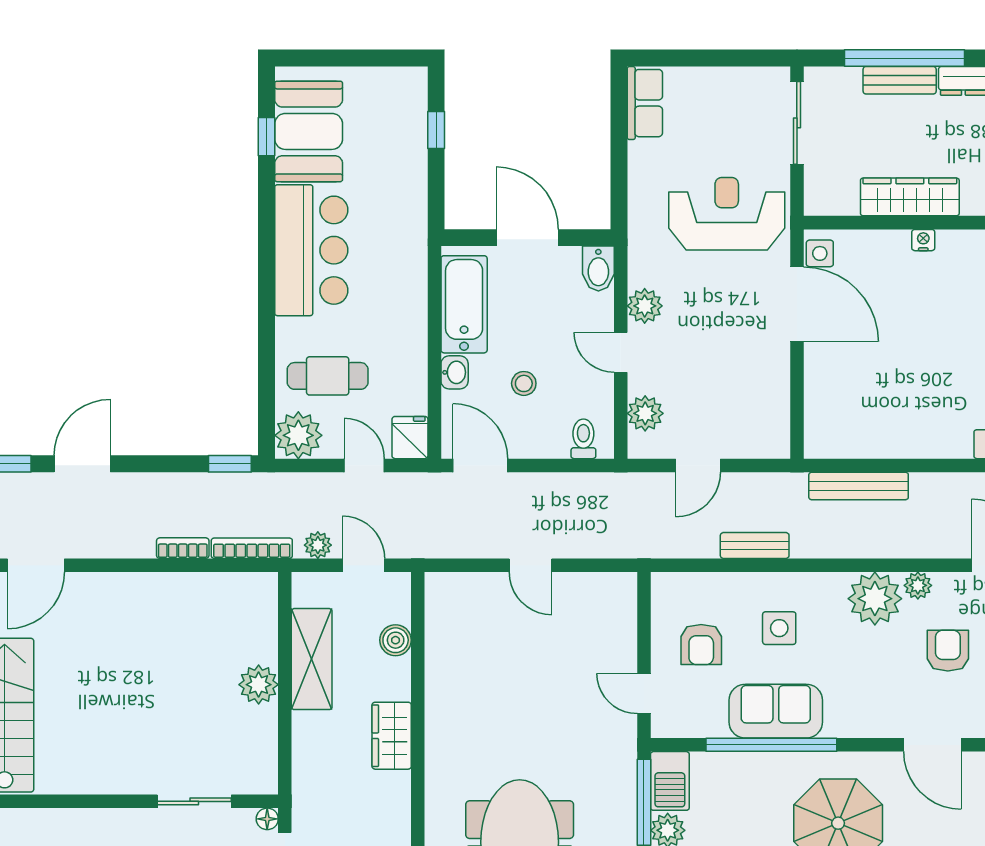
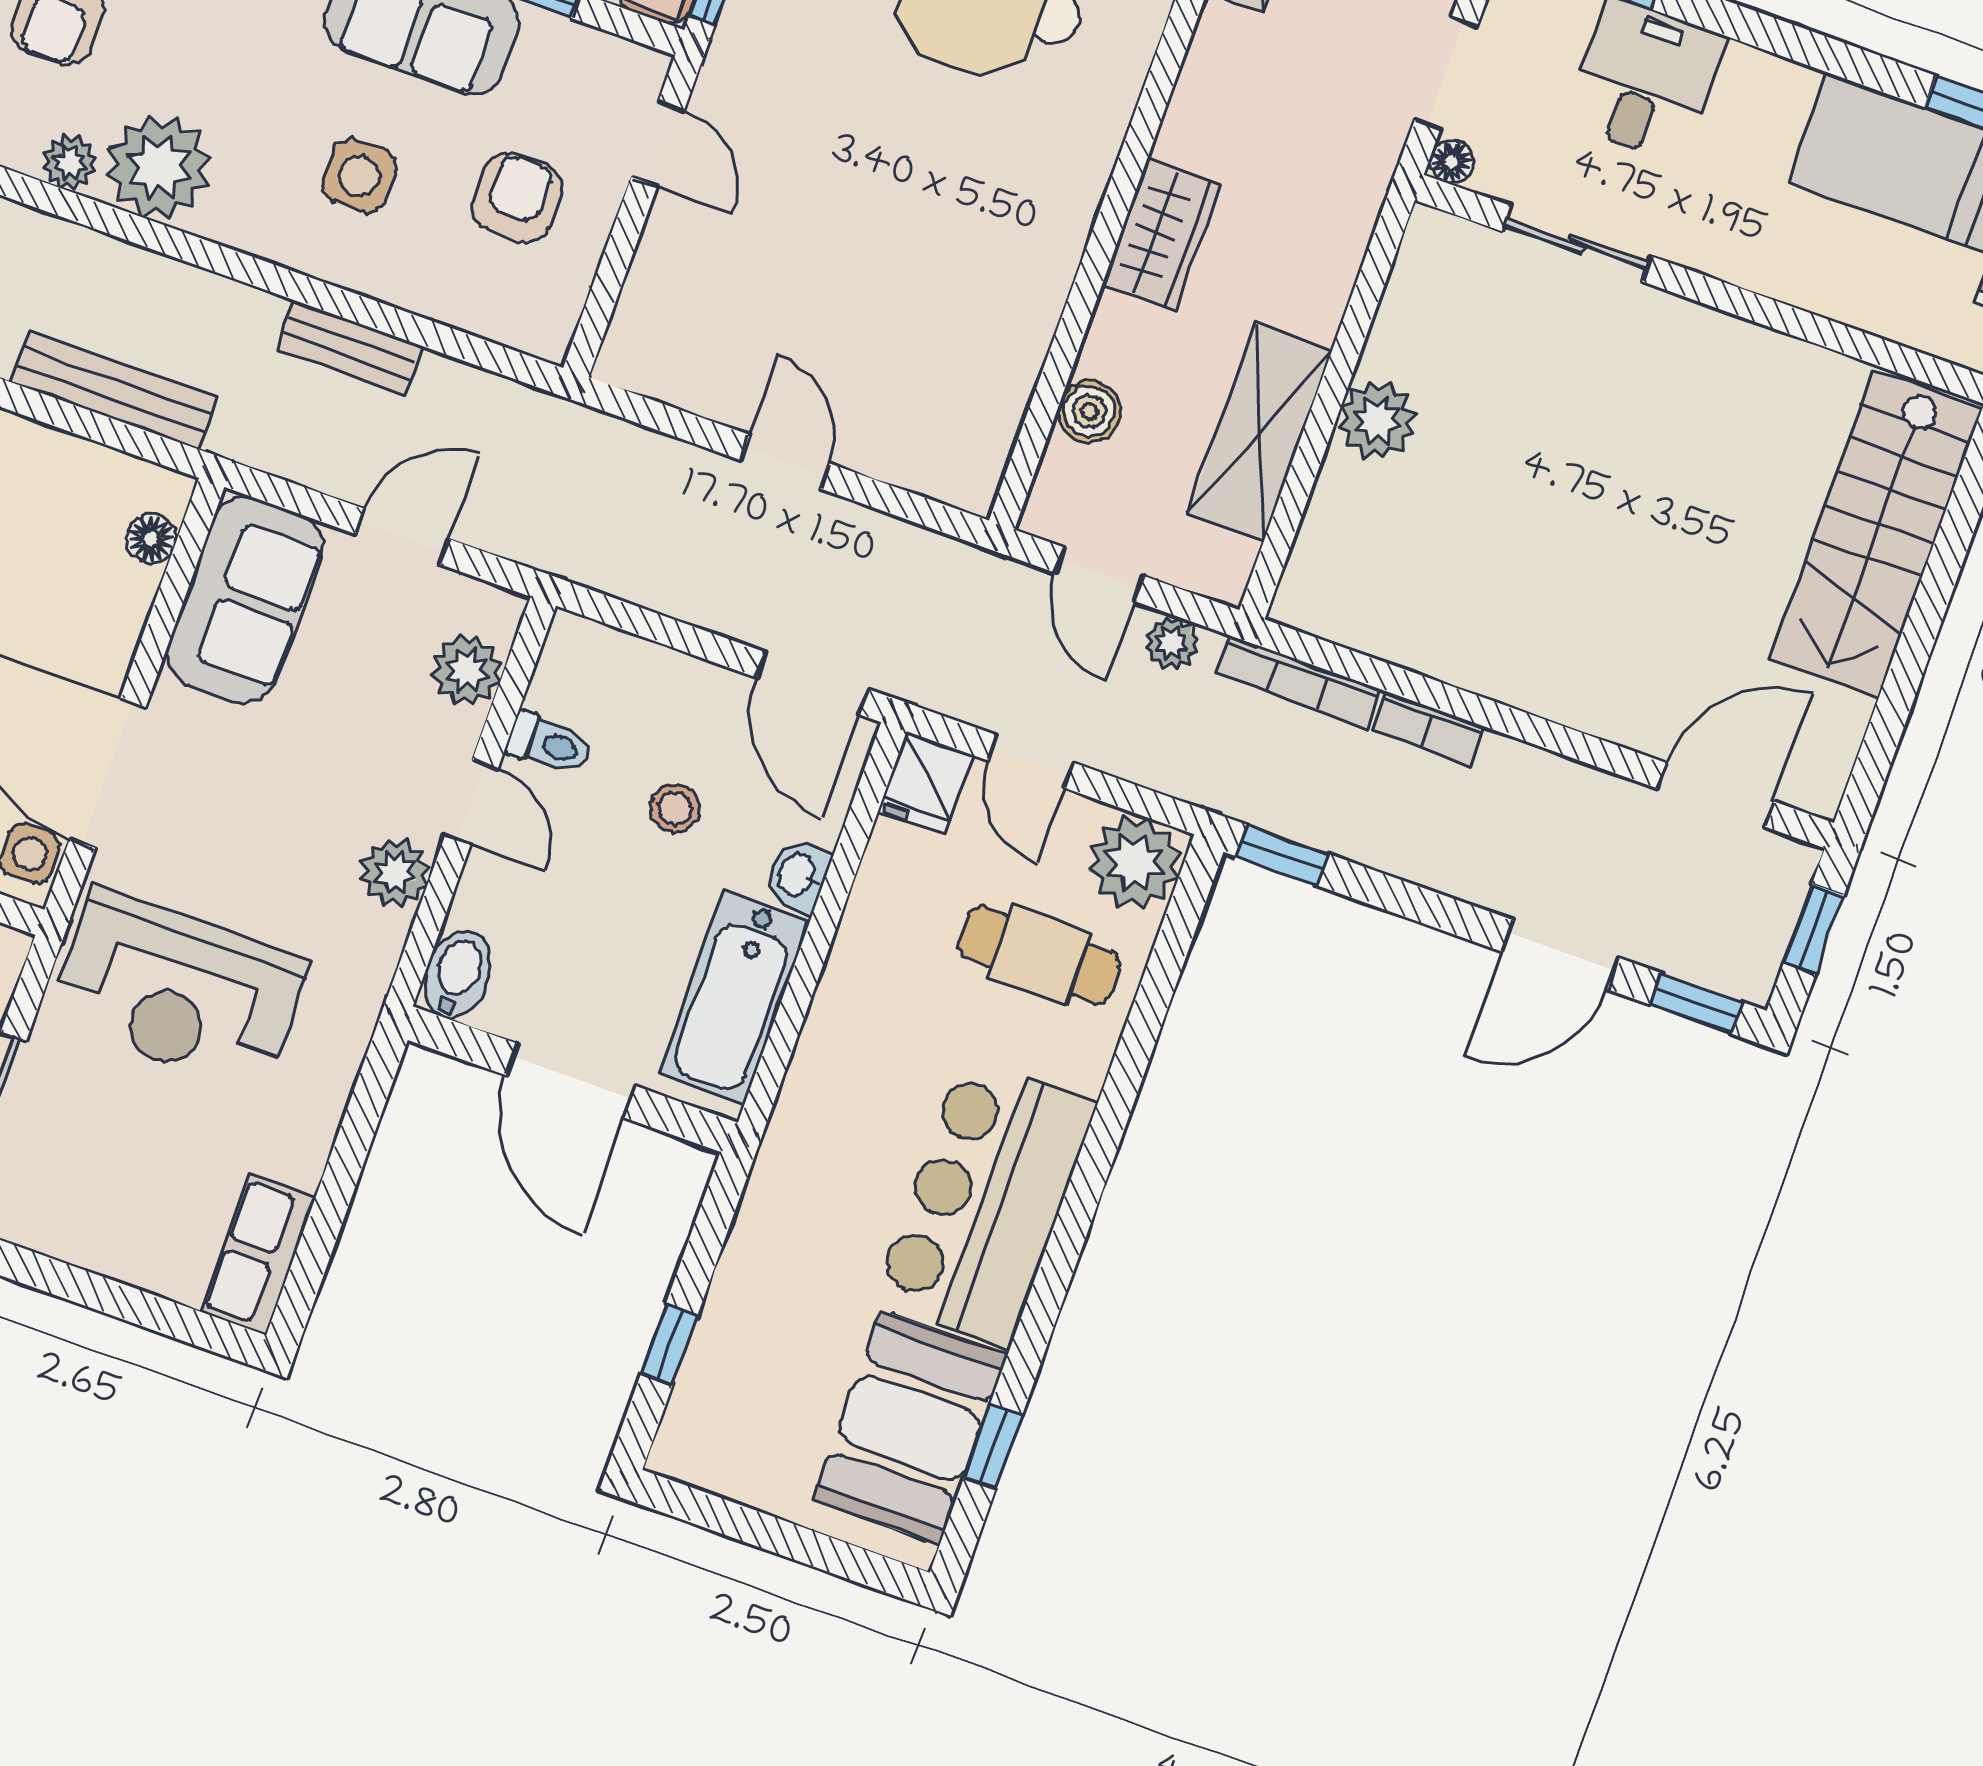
sofa: (762, 409) -> (245, 600), added
floor lamp: (816, 422) -> (151, 539), added
toilet: (583, 439) -> (549, 744), moved, turned -90

